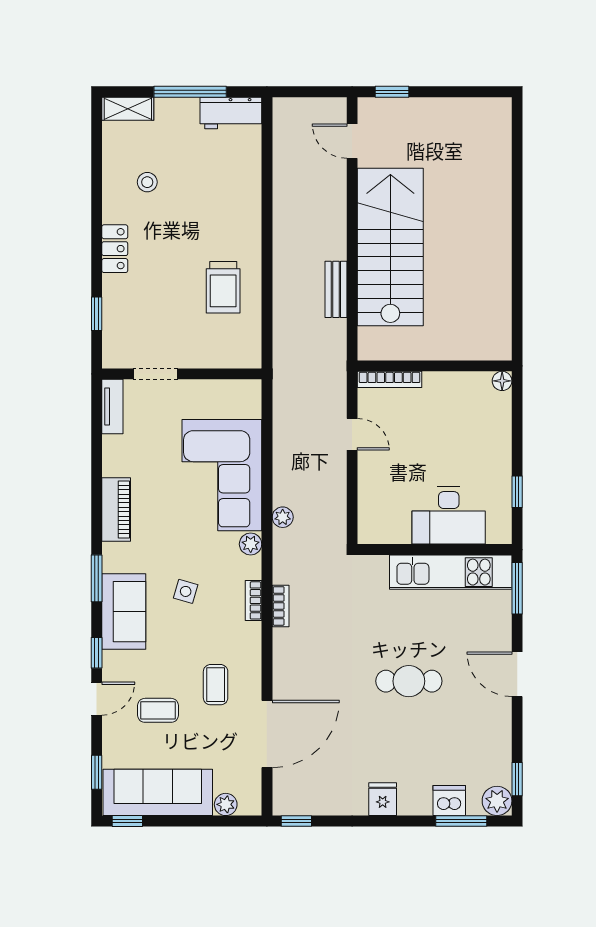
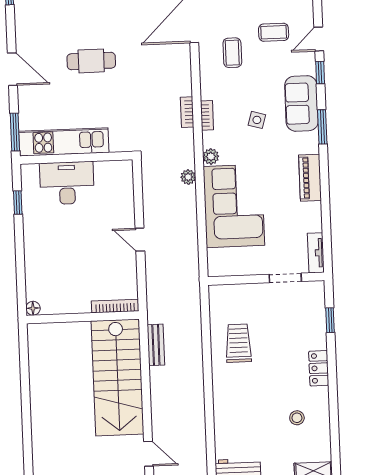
wall: (435, 366) -> (83, 317), moved
bookcase: (390, 379) -> (115, 306), moved
floor lamp: (502, 381) -> (33, 308), moved

